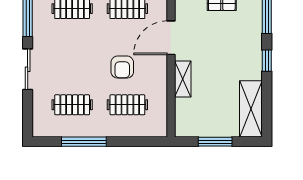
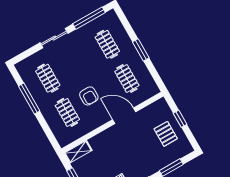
armchair: (122, 67) -> (89, 96), turned -90
shelving: (183, 79) -> (78, 152), moved

